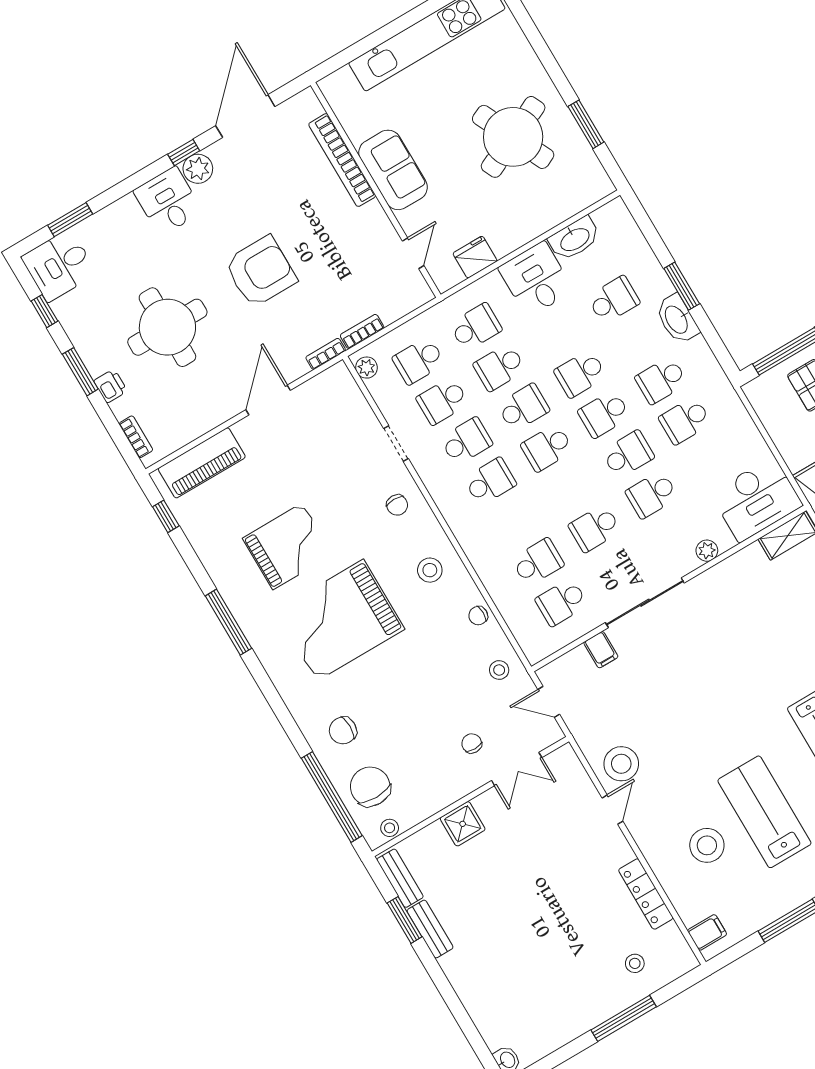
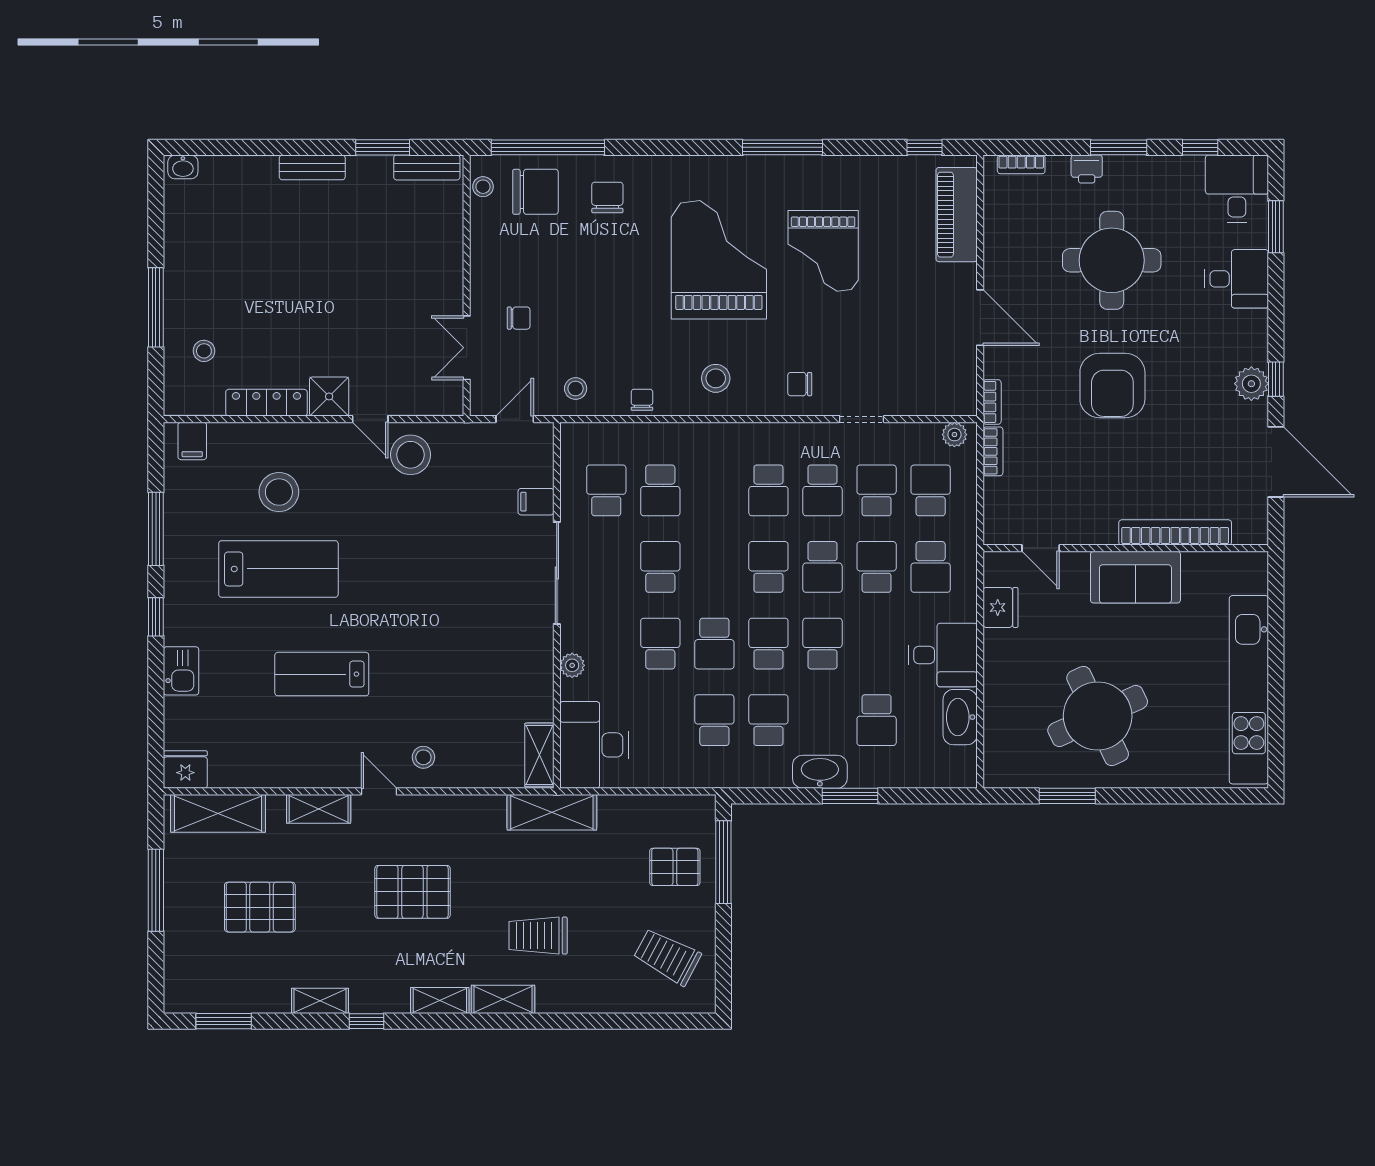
desk: (168, 201) -> (1237, 279), moved
shower: (463, 824) -> (329, 396), moved
bench: (430, 929) -> (312, 167), moved

